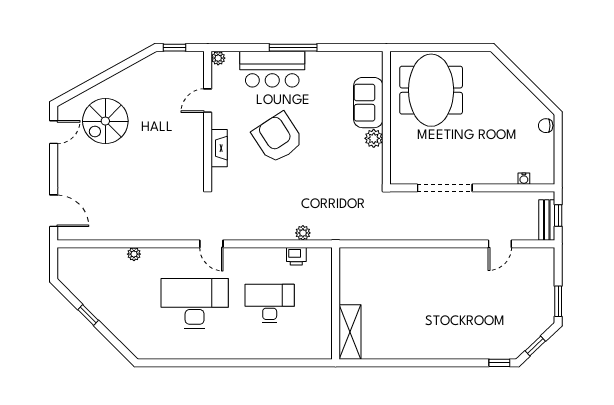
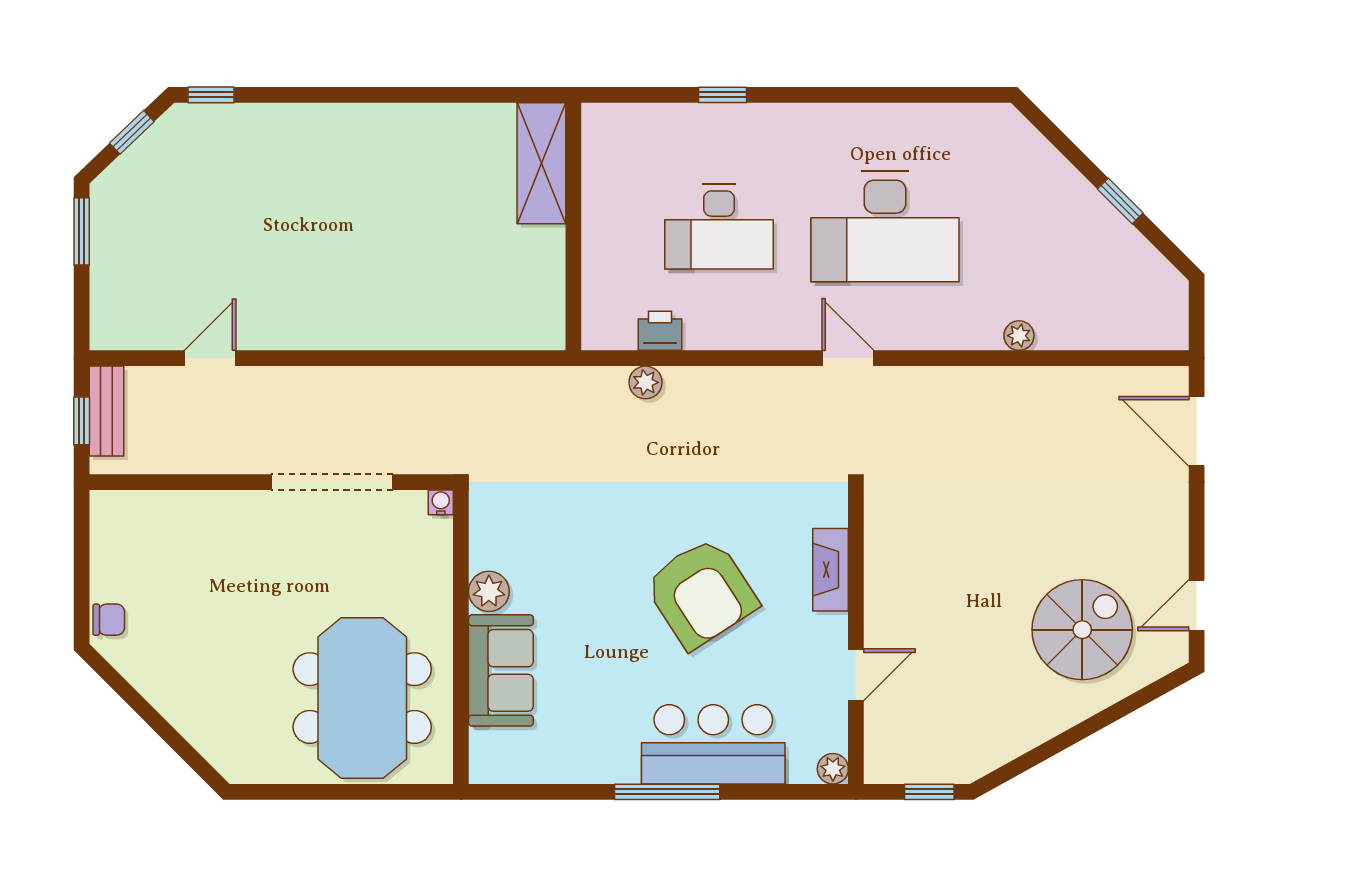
water cooler: (524, 179) -> (441, 502), moved
window: (268, 363) -> (722, 95), added

